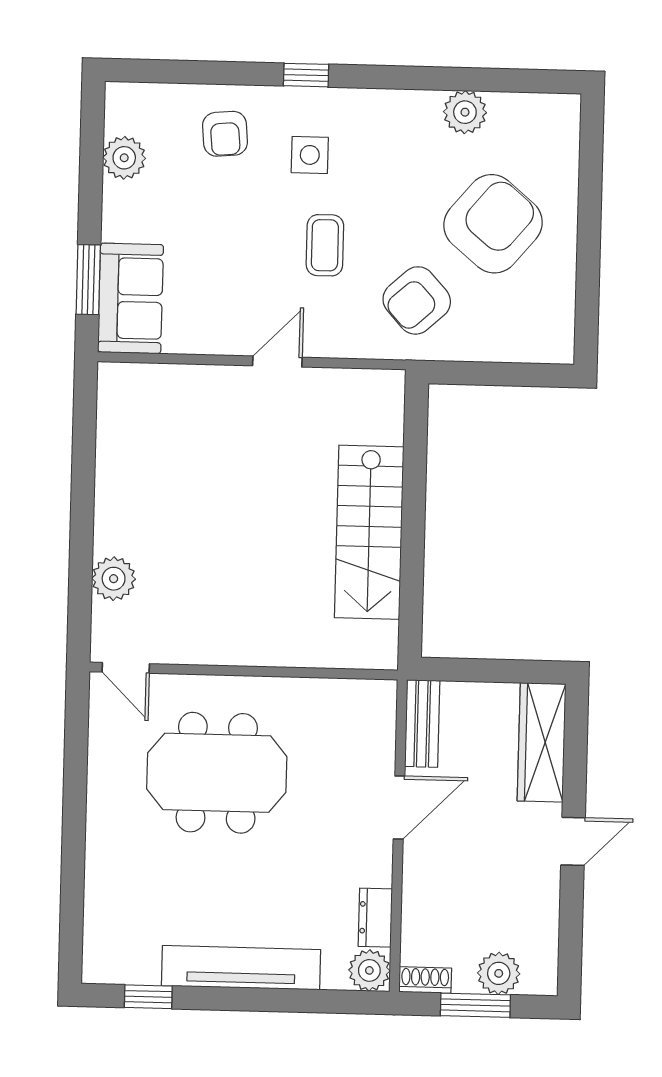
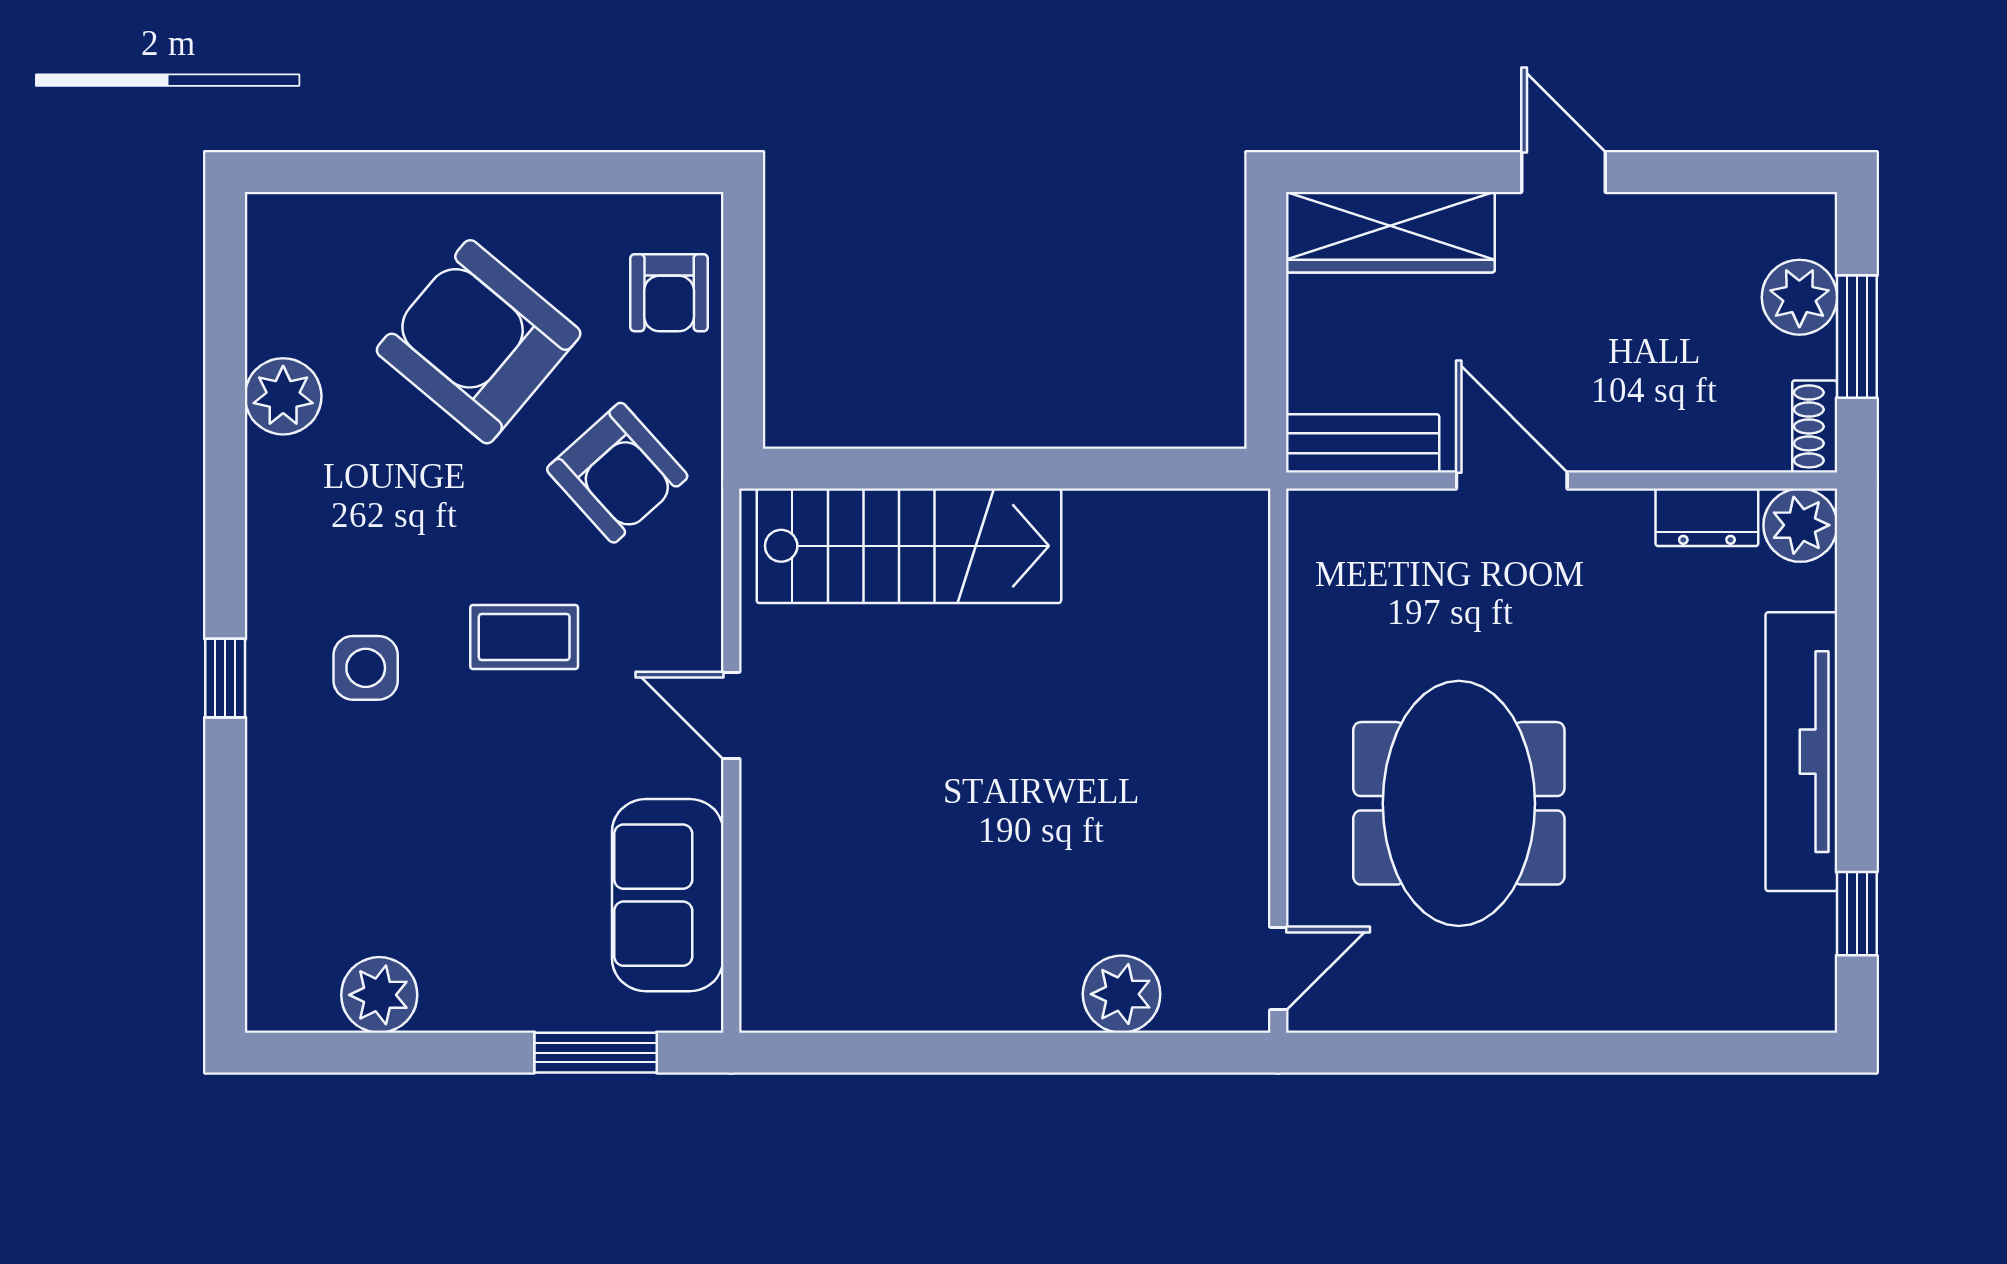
armchair: (225, 134) -> (669, 293), moved, turned 95
sofa: (131, 298) -> (668, 895), moved, turned -90
stairs: (369, 532) -> (909, 546), moved

